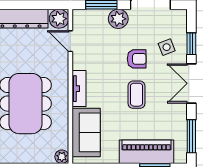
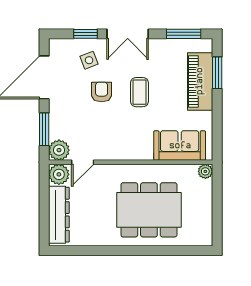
plant: (118, 19) -> (59, 150), moved
tv unit: (79, 89) -> (133, 153), removed
coffee table: (136, 95) -> (139, 92), turned 90

